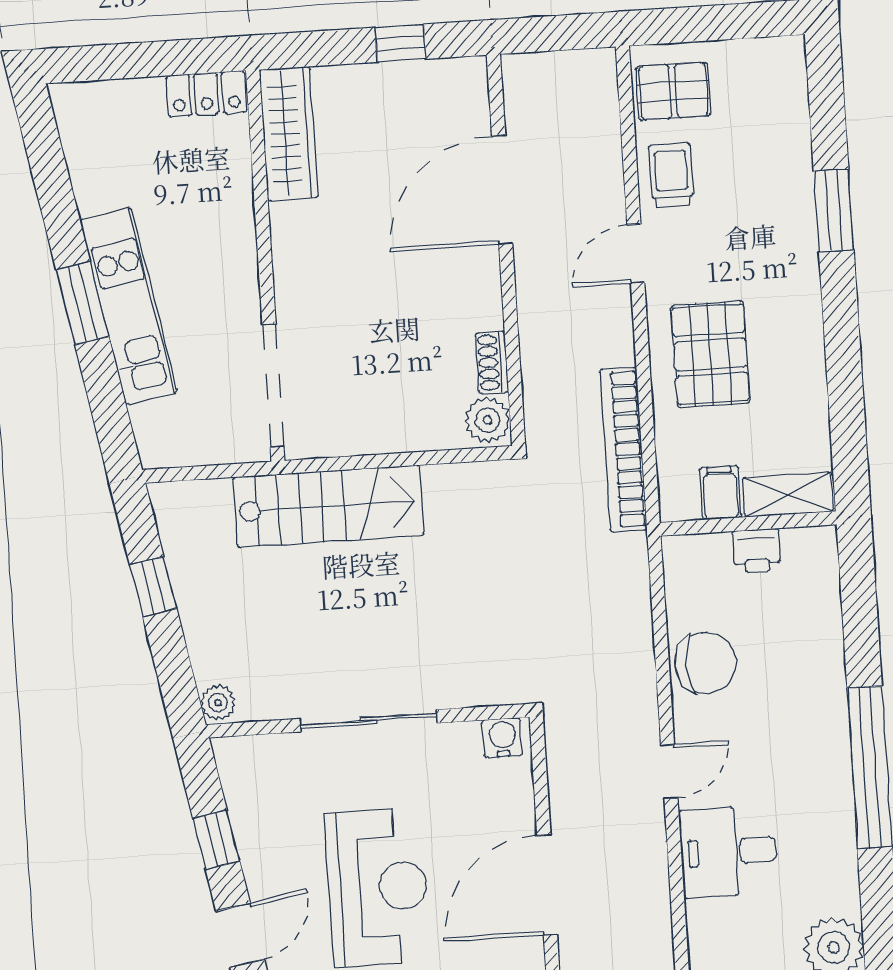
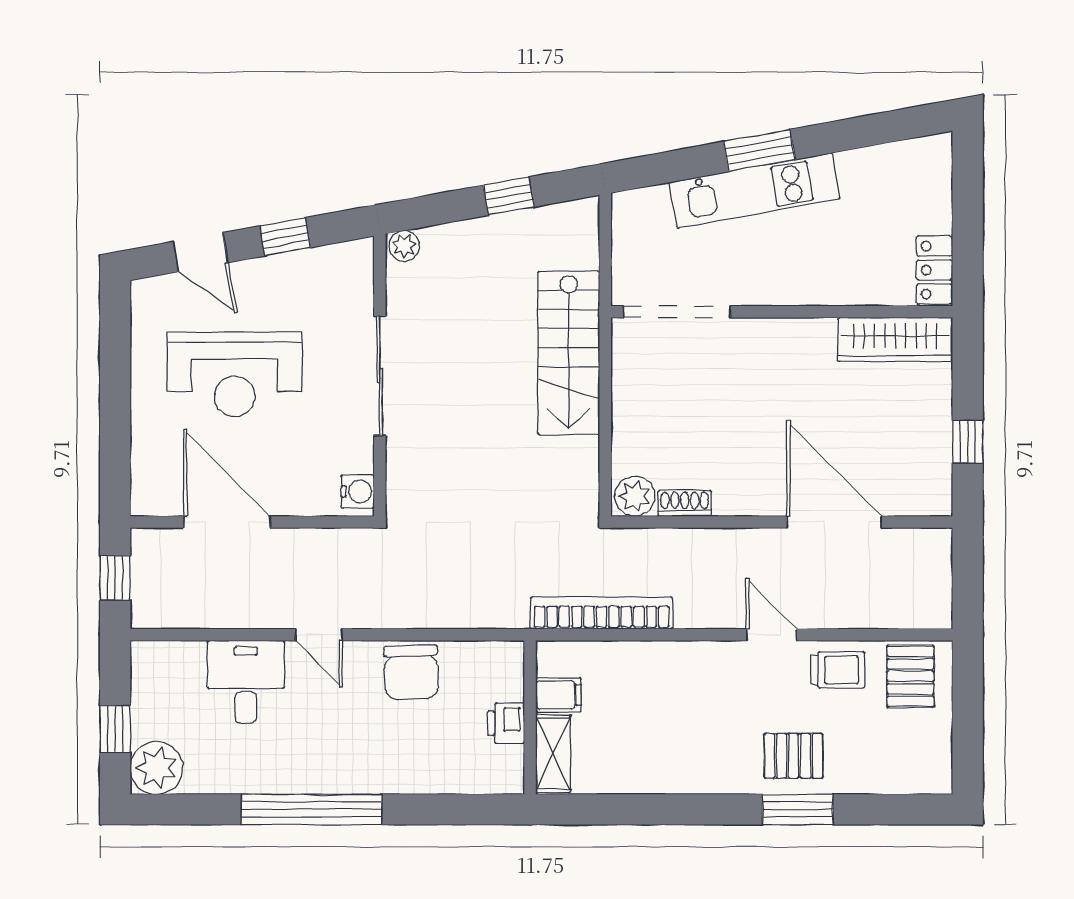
pallet: (710, 354) -> (793, 756), moved, width x0.67, depth x0.71

